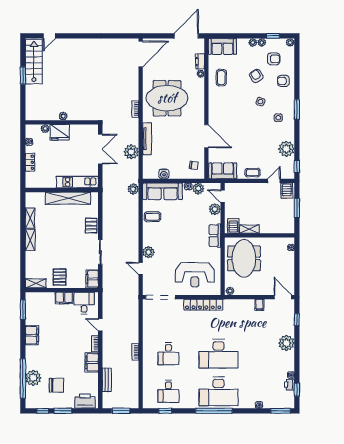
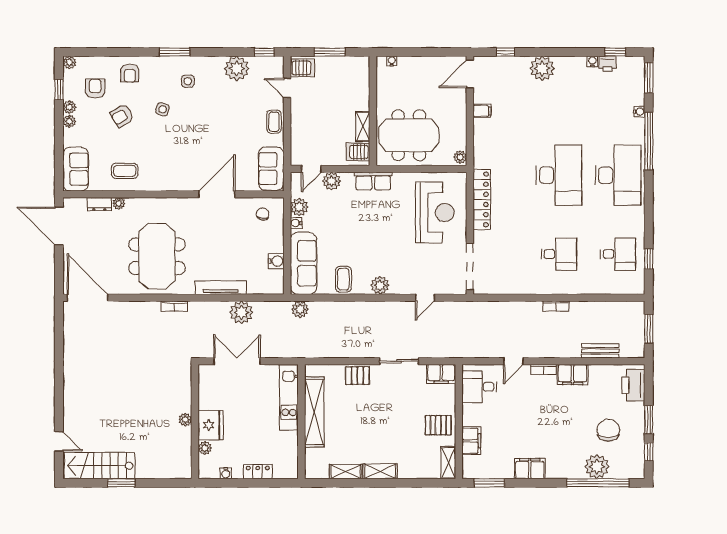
plant: (148, 252) -> (380, 285), moved
filing cabinet: (64, 298) -> (471, 441), moved
window: (214, 411) -> (649, 141), moved

